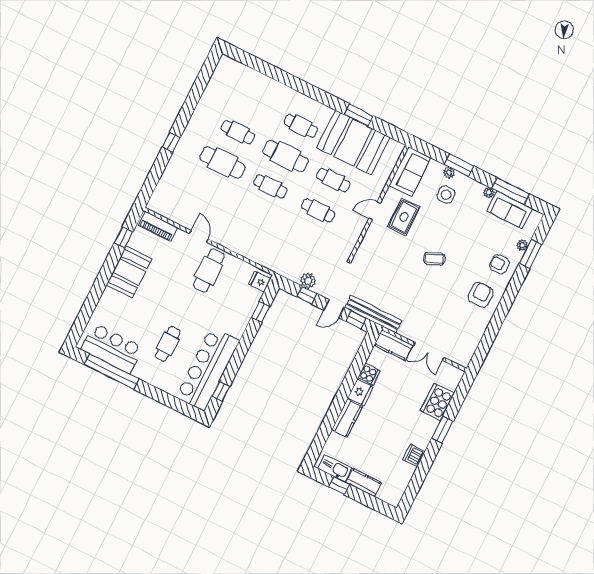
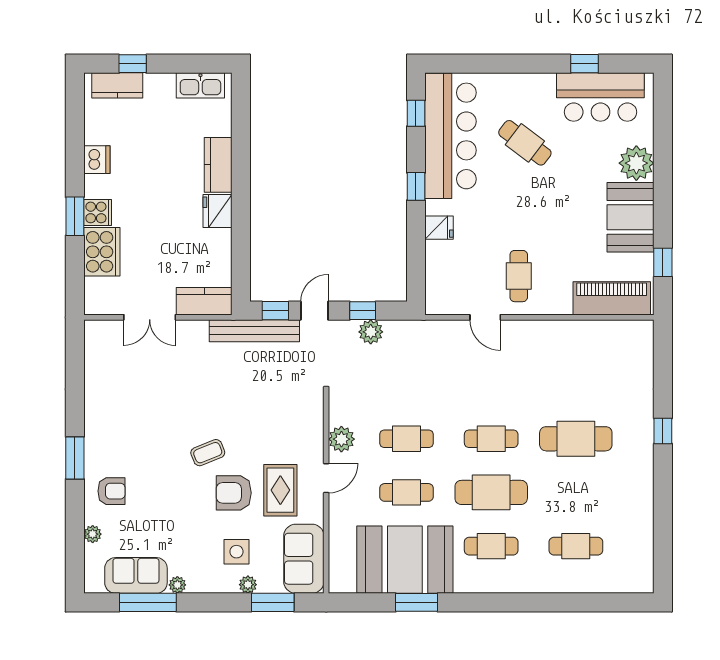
cafe table: (238, 132) -> (576, 546), moved
window: (459, 165) -> (273, 602), moved
piano: (158, 226) -> (612, 298), width x1.37, depth x1.33
plant: (355, 228) -> (341, 439), added
door: (199, 236) -> (485, 317), moved
window: (531, 254) -> (75, 458), moved
cafe table: (209, 270) -> (519, 276), width x0.73, depth x0.74
fridge: (260, 281) -> (439, 228), moved
armchair: (481, 295) -> (234, 493), moved, turned 90
plant: (110, 301) -> (636, 163), added
window: (261, 312) -> (416, 186), moved
cafe table: (168, 344) -> (525, 143), turned -53
double door: (429, 351) -> (150, 317), swing flipped
window: (112, 372) -> (585, 64), width x0.32
cooker: (369, 374) -> (98, 212), moved, turned 180
kitchen counter: (364, 483) -> (117, 85), moved
window: (339, 485) -> (133, 64), moved

